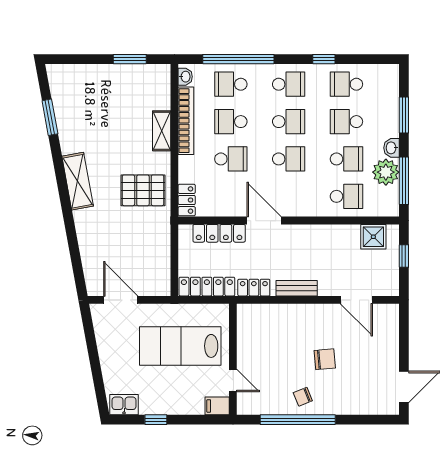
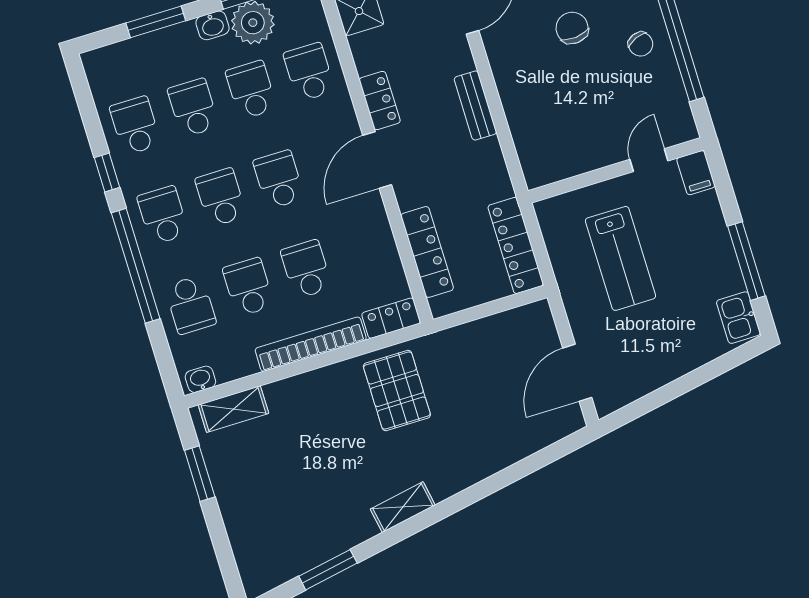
window: (238, 59) -> (136, 266), moved
school desk: (346, 84) -> (135, 126), turned 180
bookcase: (186, 121) -> (311, 344), moved
school desk: (231, 122) -> (248, 287), turned 180
school desk: (346, 122) -> (193, 108), turned 180
shelving: (162, 131) -> (233, 409), moved
shelving: (78, 181) -> (403, 507), width x0.67, depth x0.75
door: (264, 221) -> (377, 160), moved
locker: (254, 288) -> (380, 101), moved, turned 180
lab bench: (180, 346) -> (620, 258), width x0.73, depth x0.72
window: (156, 420) -> (746, 261), width x2.17

